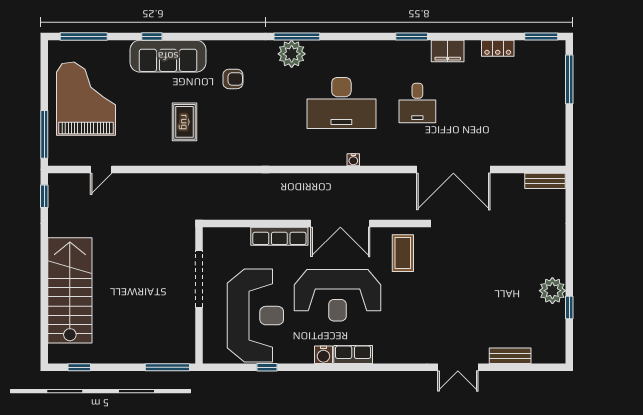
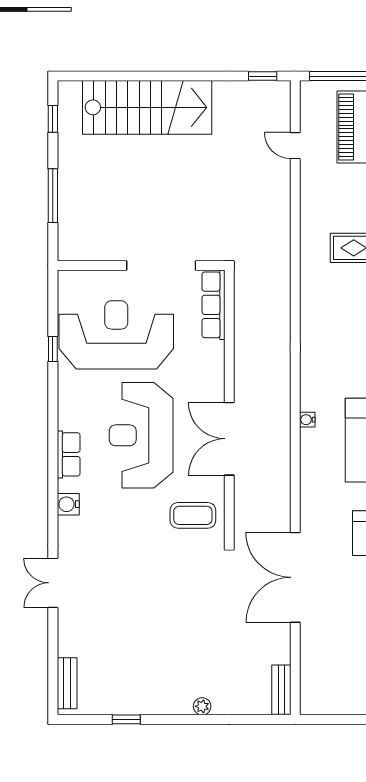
water cooler: (353, 160) -> (307, 420), moved
row of seats: (279, 236) -> (213, 305), moved
plant: (552, 291) -> (202, 706), moved, width x0.53, depth x0.53
reception desk: (255, 316) -> (116, 335), turned 180
water cooler: (323, 355) -> (68, 504), moved
bench: (510, 356) -> (67, 683), moved
window: (167, 367) -> (53, 196), moved

